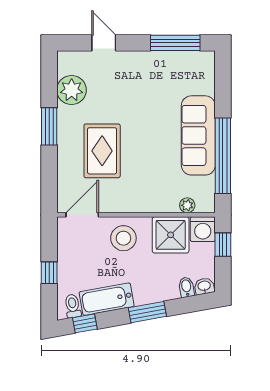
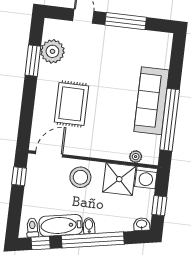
window: (175, 43) -> (126, 21), moved
window: (49, 126) -> (33, 61), moved
window: (223, 245) -> (159, 206), moved
window: (49, 273) -> (19, 176), moved
bidet: (186, 287) -> (89, 226), moved
window: (147, 312) -> (93, 240), width x2.11

